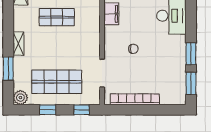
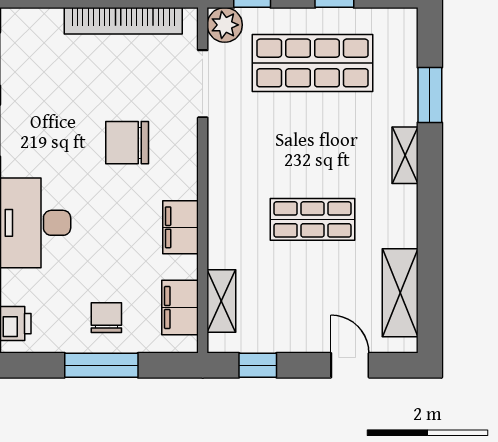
chair: (133, 49) -> (127, 143), width x1.87, depth x1.87
plant: (20, 98) -> (225, 25), moved

